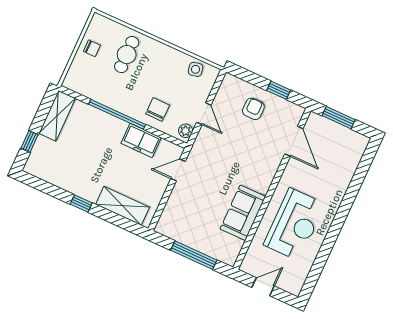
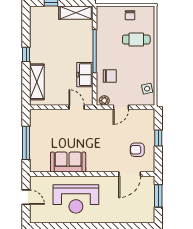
window: (279, 90) -> (158, 138), moved
armchair: (253, 109) -> (137, 150), moved, turned 180

